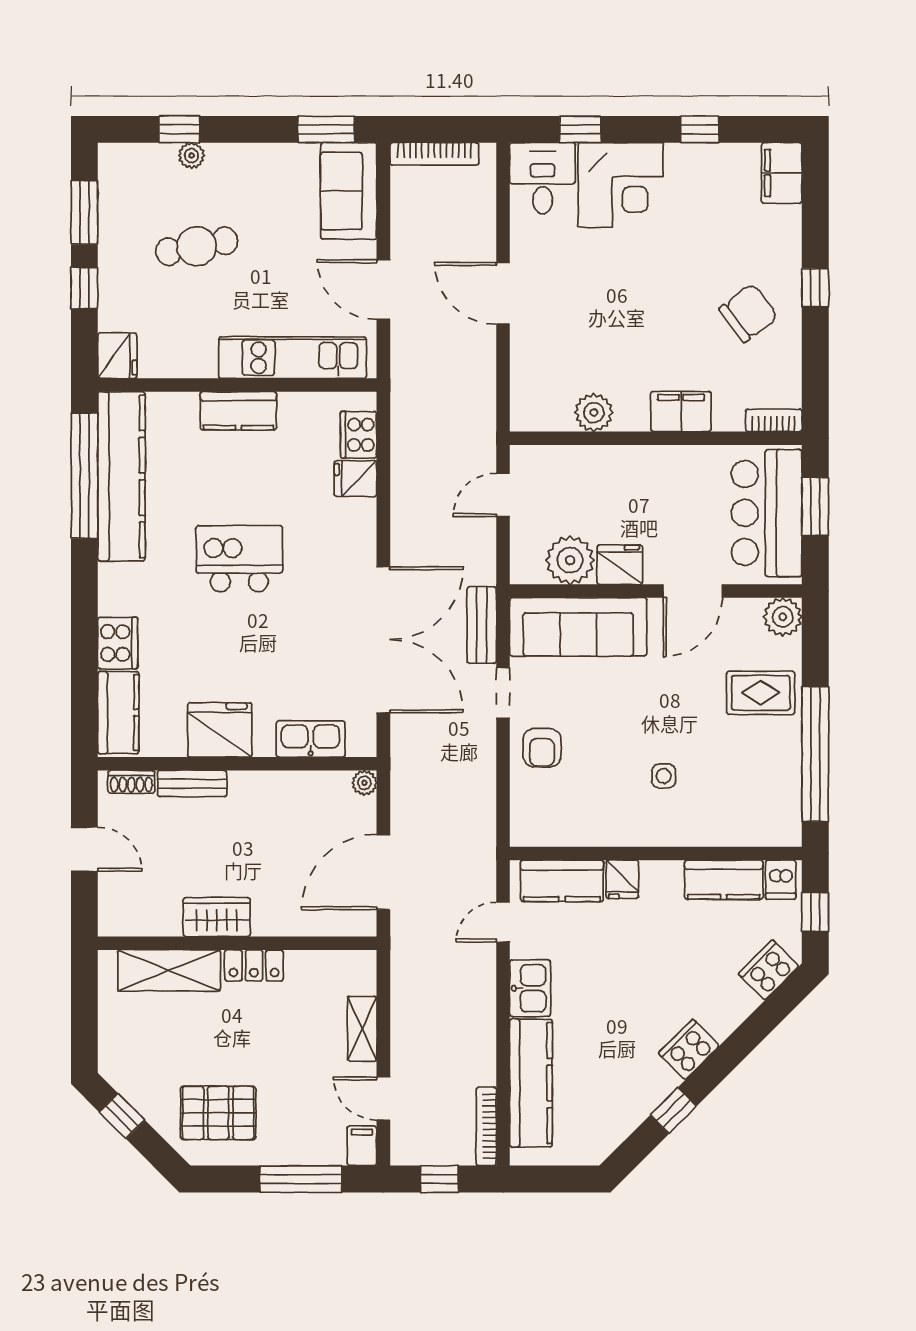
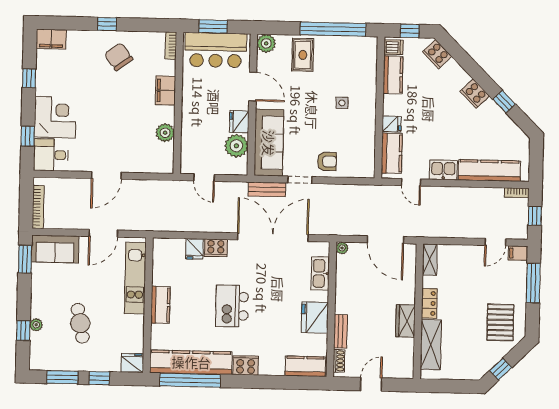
cooker: (359, 435) -> (216, 248), moved
cooker: (118, 643) -> (246, 365), moved
shelving: (362, 1029) -> (430, 260), moved, turned 90
bookcase: (486, 1126) -> (517, 193), width x0.64

